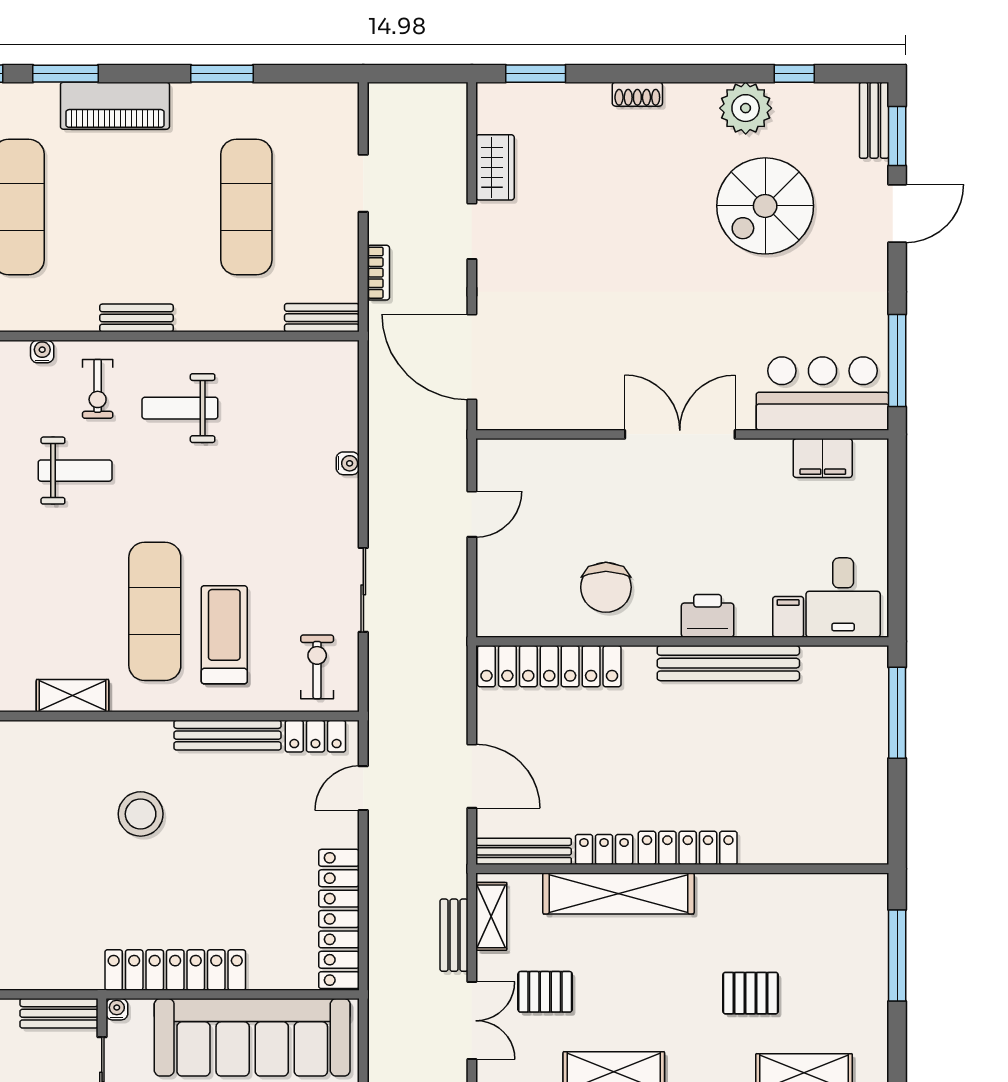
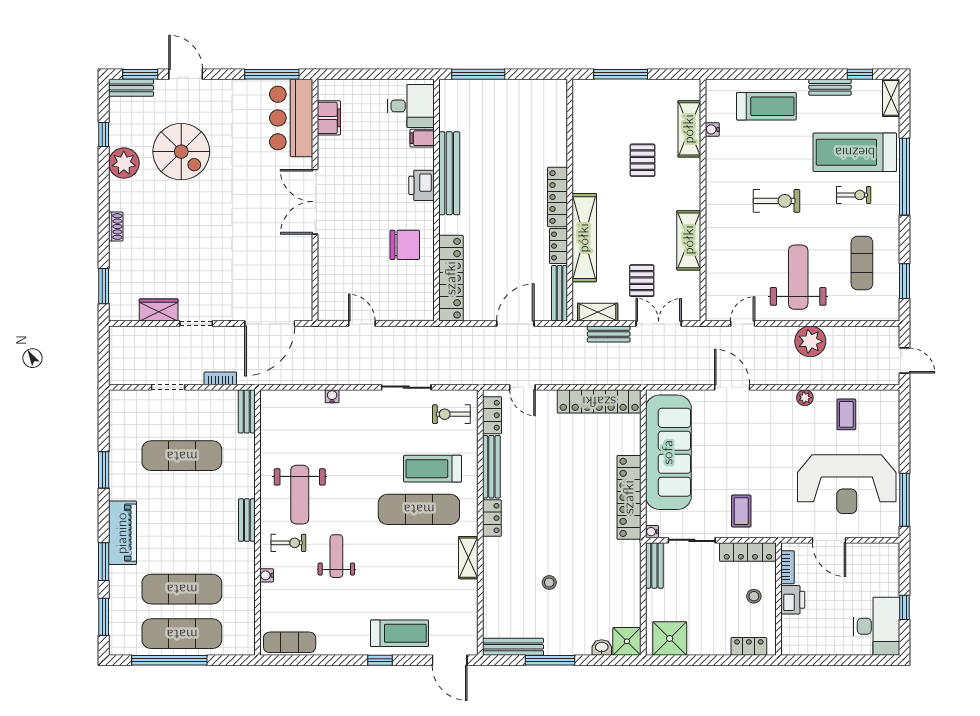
weight bench: (180, 408) -> (300, 495), width x1.36, depth x1.33
locker: (140, 736) -> (492, 518), added
stool: (141, 814) -> (549, 582), moved, width x0.53, depth x0.53

